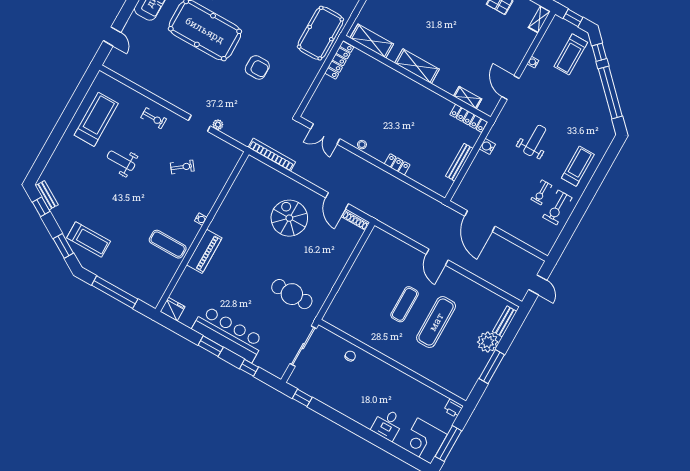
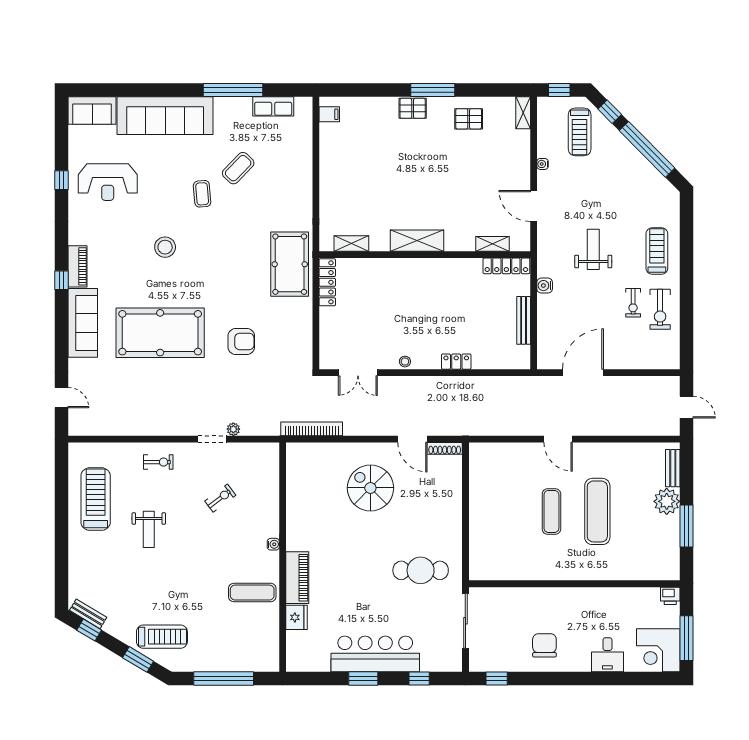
shelving: (372, 41) -> (351, 244), width x0.67, depth x0.75
weight bench: (121, 161) -> (149, 529), turned -90
door: (480, 221) -> (583, 373), swing flipped
fridge: (173, 309) -> (297, 617), moved, turned 90
chair: (350, 356) -> (544, 645), moved, width x1.87, depth x1.87

